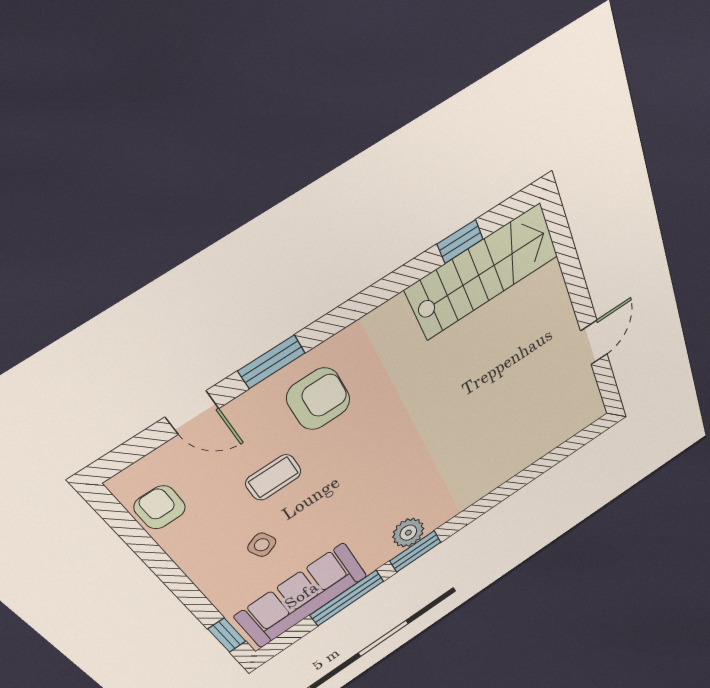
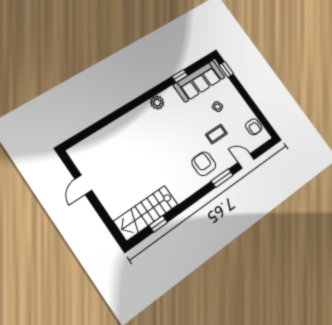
armchair: (319, 399) -> (204, 164), turned 90
window: (415, 551) -> (152, 93), removed
window: (347, 598) -> (180, 76), width x0.46

